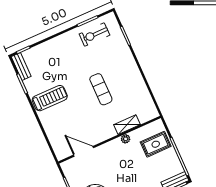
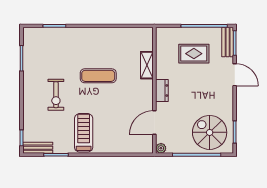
exercise bike: (94, 35) -> (56, 95), moved
plant: (126, 139) -> (161, 148), moved
rug: (156, 144) -> (194, 54), moved, turned 90
dresser: (112, 146) -> (162, 91), added

